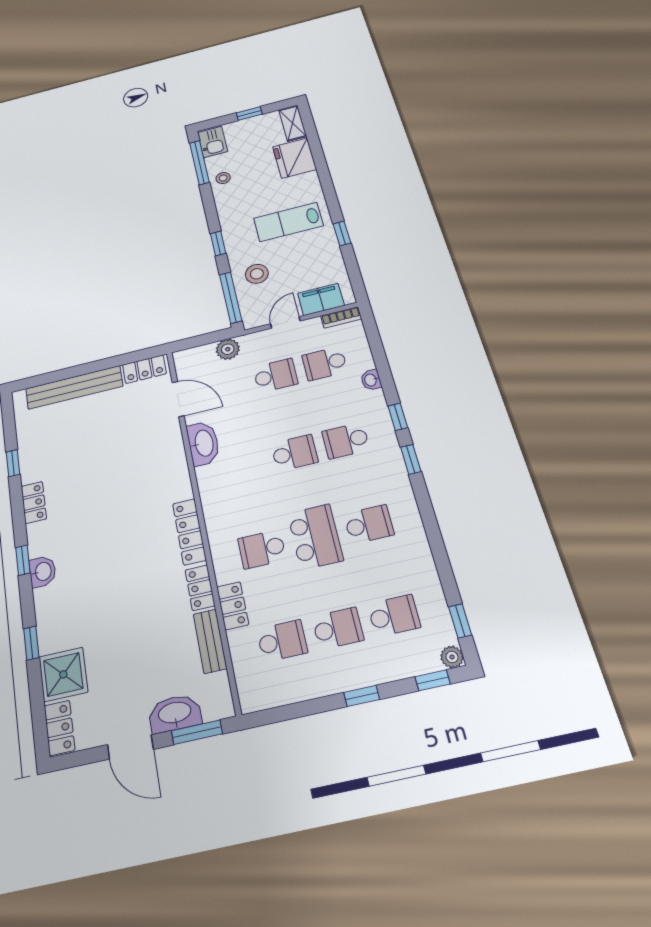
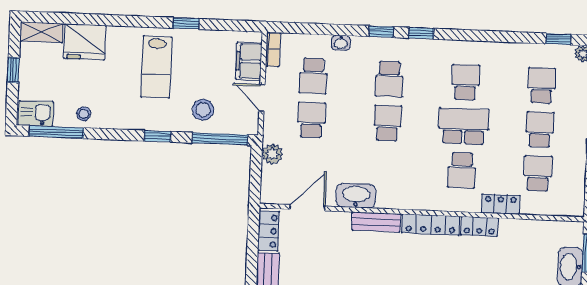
bench: (210, 641) -> (376, 222), moved

